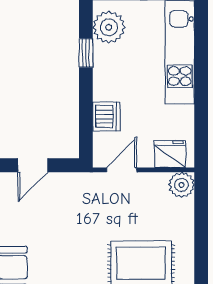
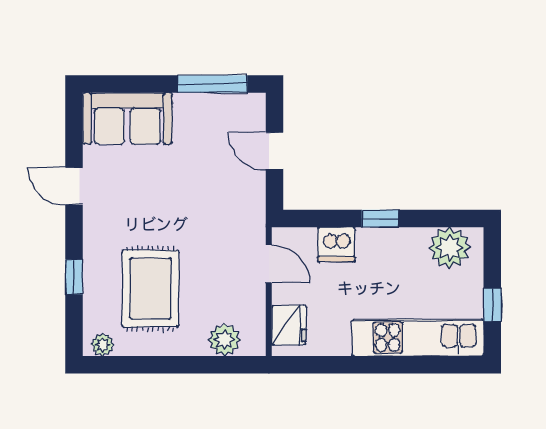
window: (86, 53) -> (380, 219), moved
plant: (181, 185) -> (224, 340), moved

